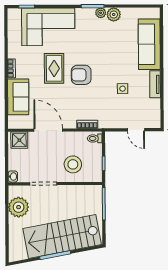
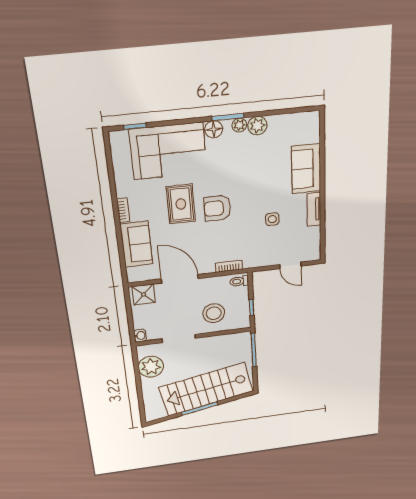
floor lamp: (82, 14) -> (214, 129), added
sofa: (149, 44) -> (306, 169), width x0.73

